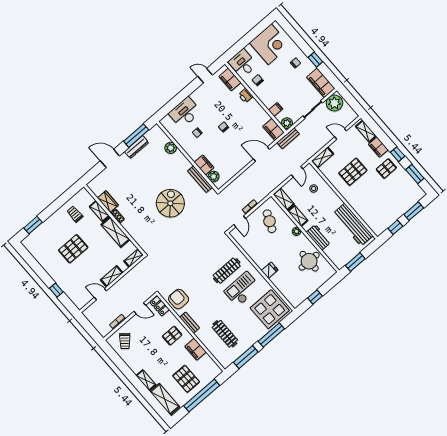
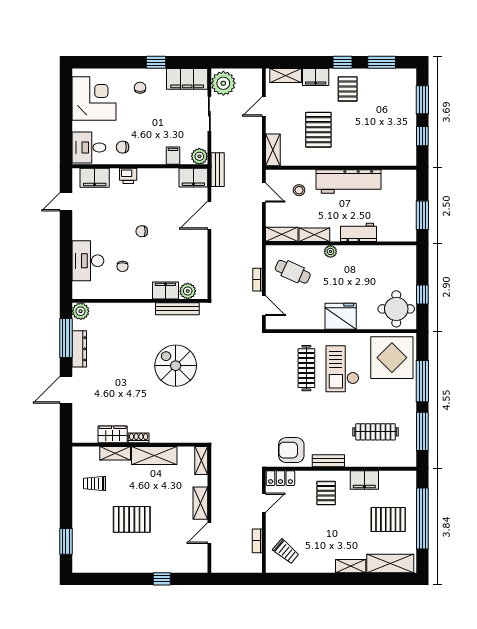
plant: (171, 148) -> (81, 311), moved
workbench: (353, 225) -> (349, 181), moved
pallet: (73, 249) -> (132, 519), turned 90
round table: (309, 261) -> (396, 309), moved
fridge: (270, 270) -> (341, 316), width x1.88, depth x1.34

